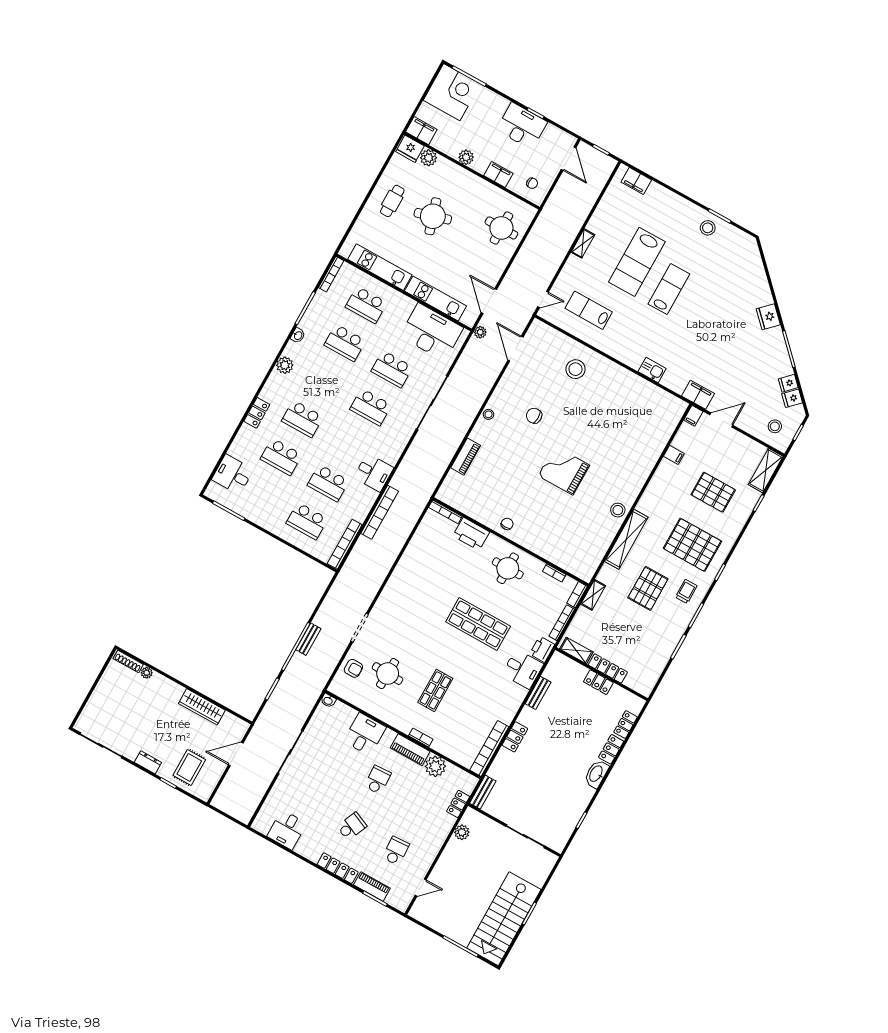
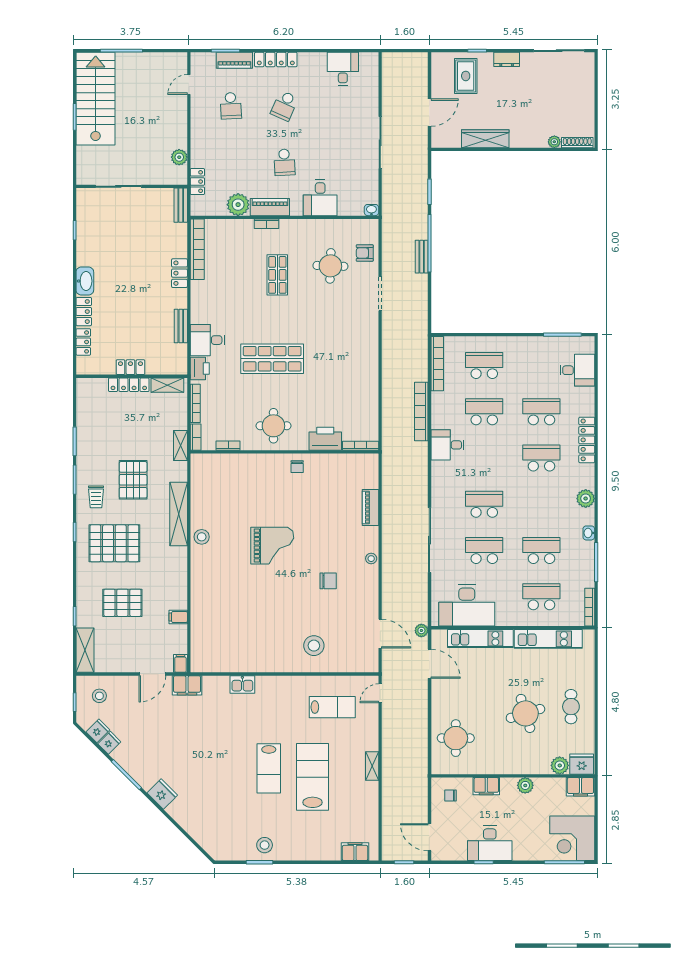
locker: (257, 413) -> (587, 440), width x1.53

